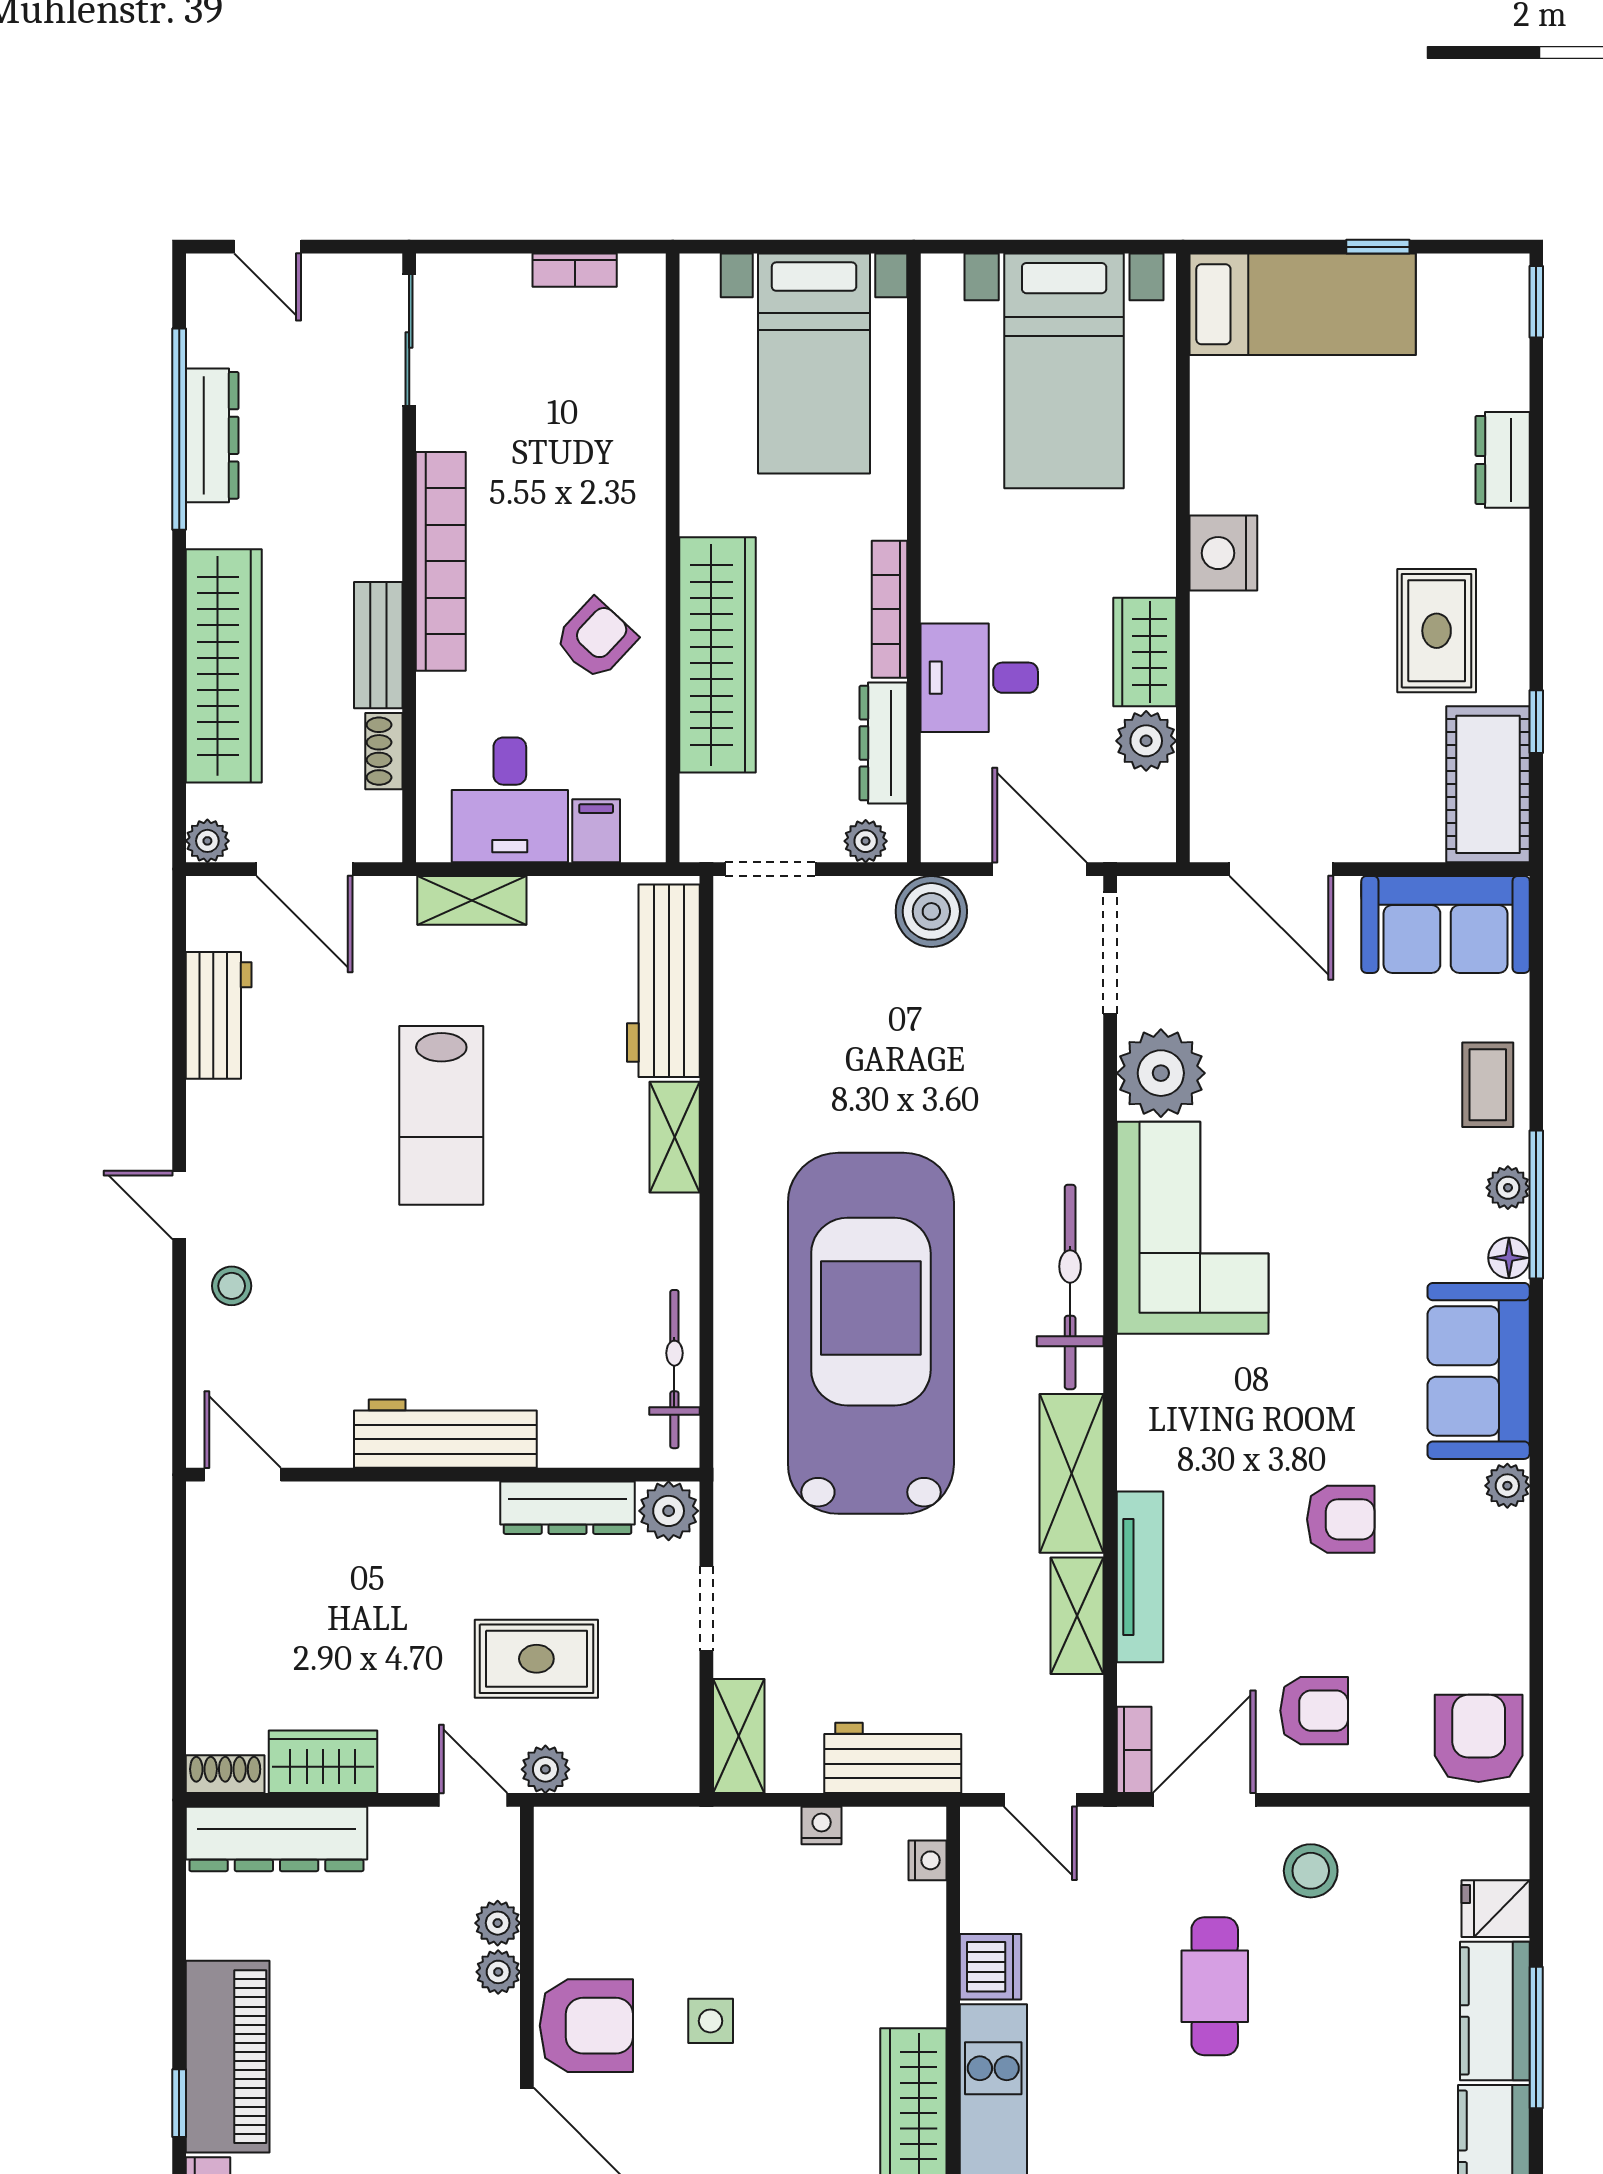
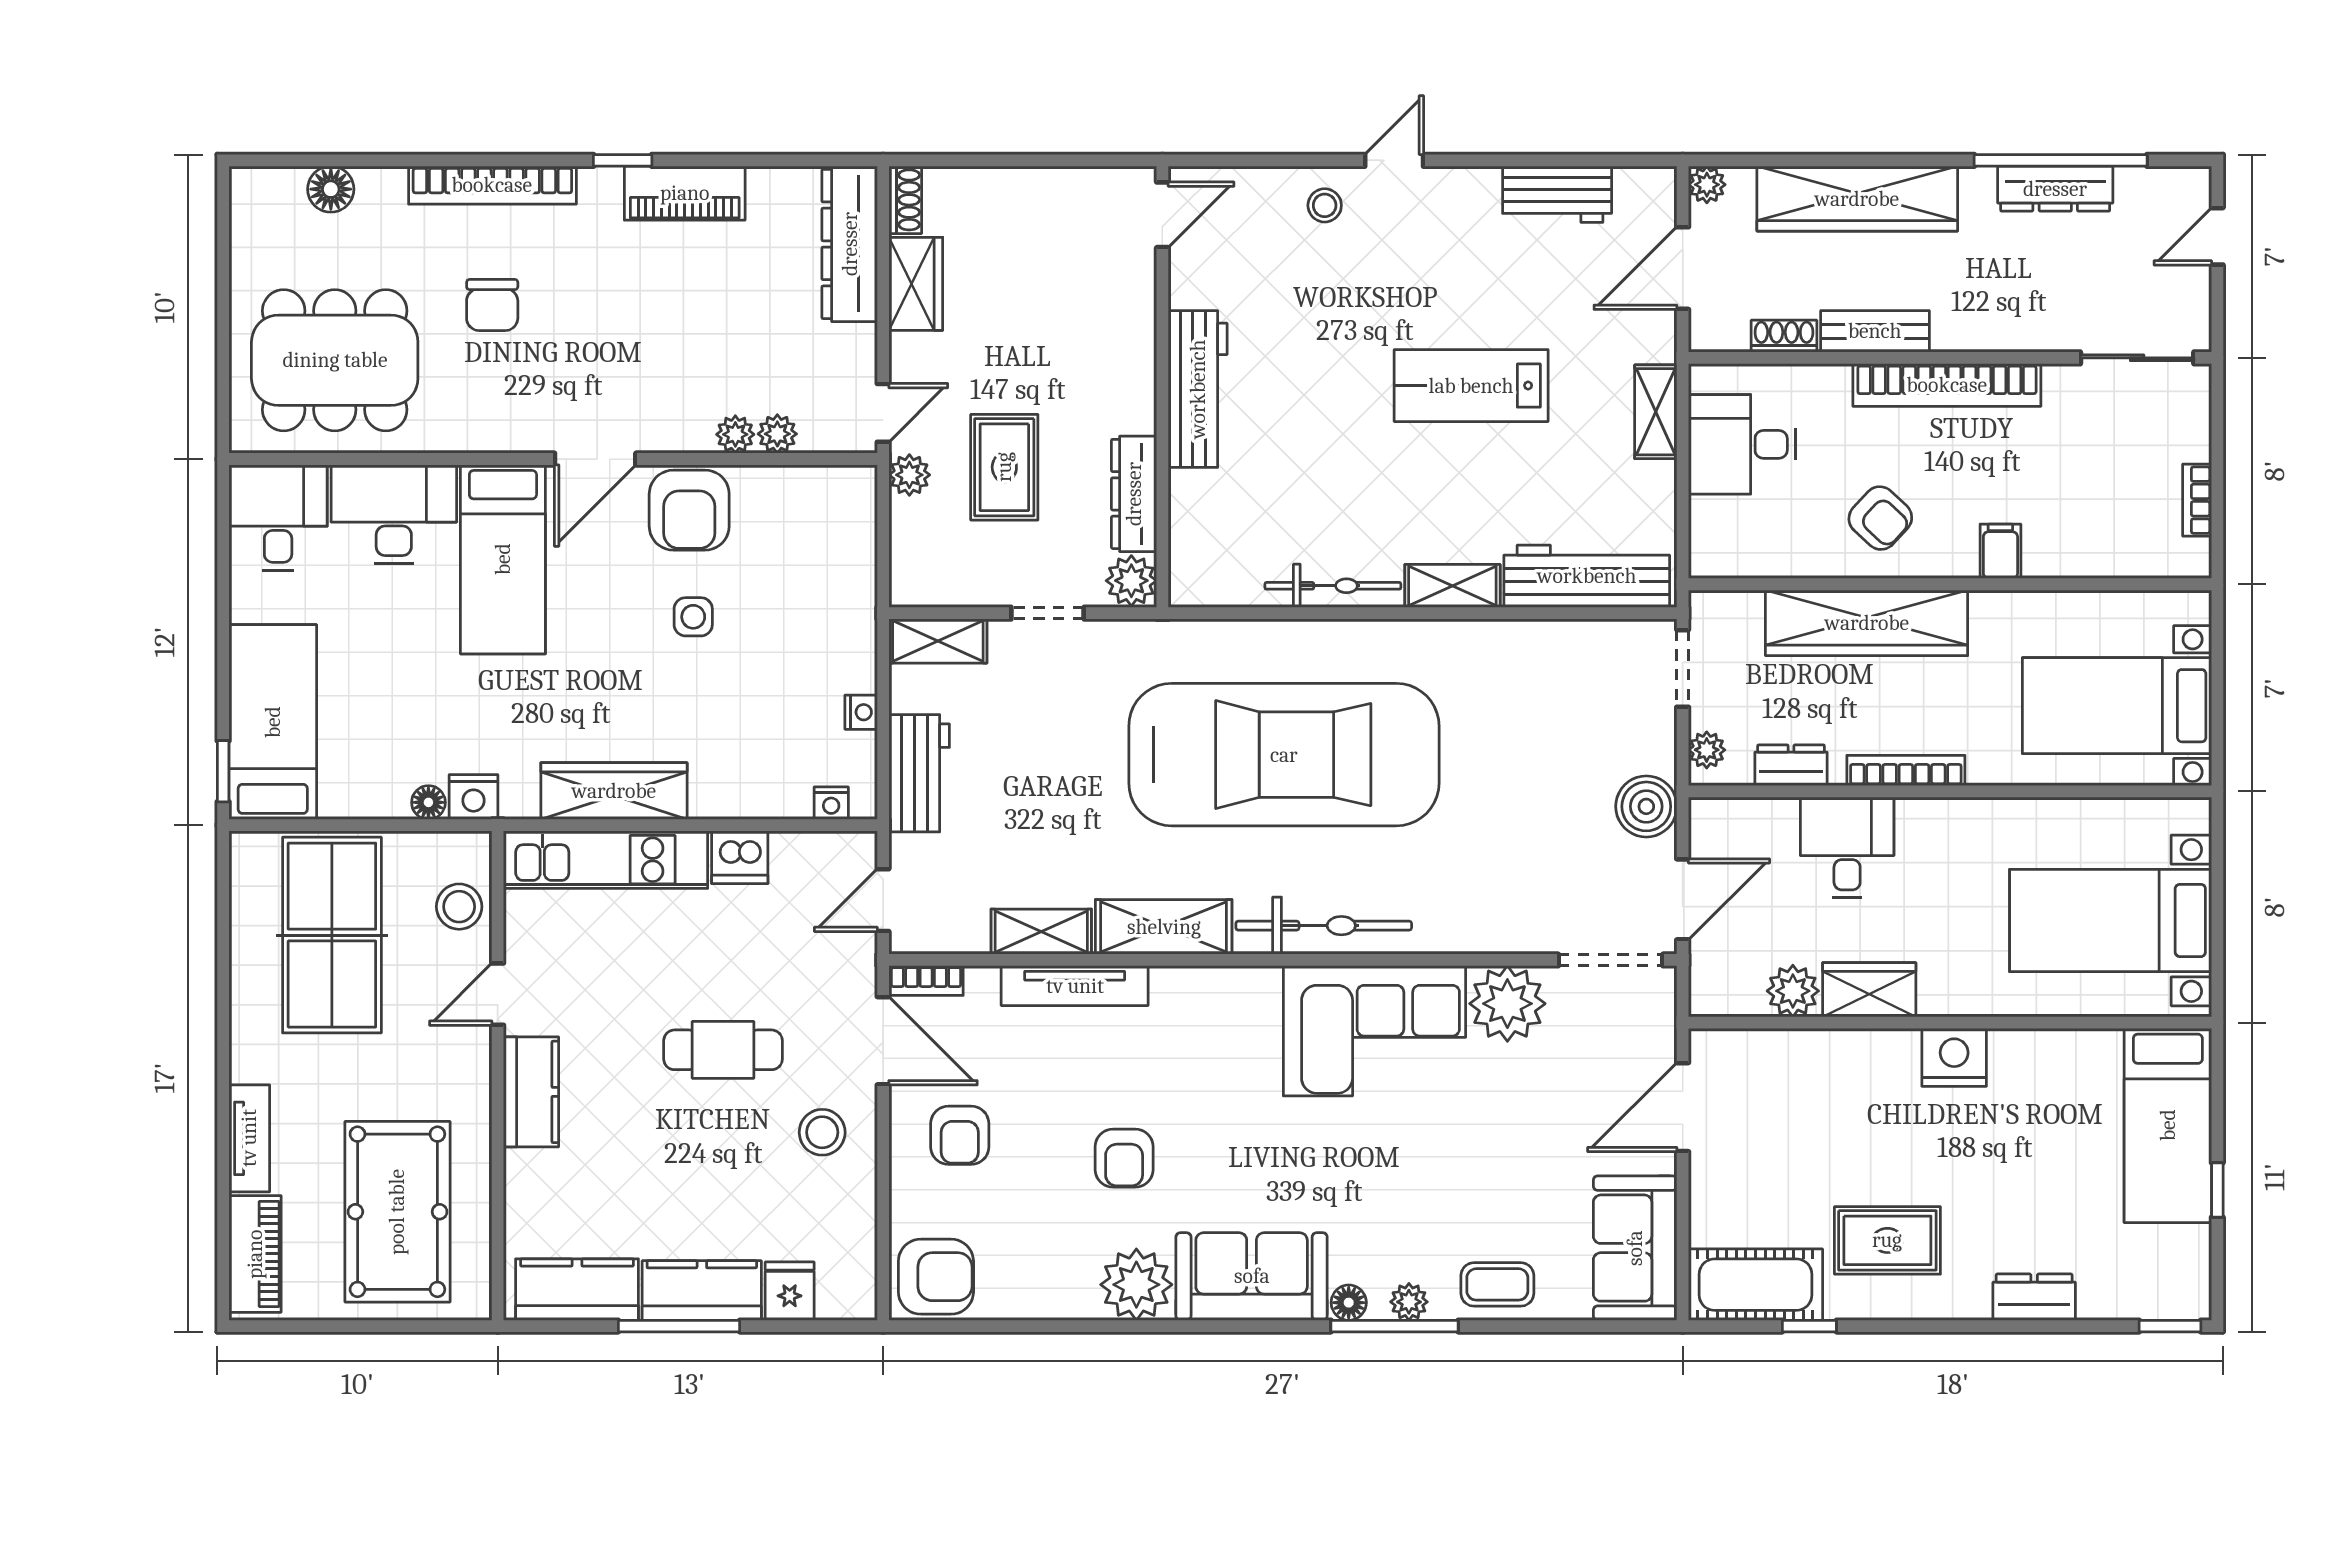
dresser: (883, 743) -> (1791, 765), width x0.70
filing cabinet: (596, 831) -> (2000, 551), moved, turned -90
bicycle: (674, 1369) -> (1333, 586), moved
plant: (1507, 1486) -> (1136, 1285), width x1.88, depth x1.88
piano: (228, 2057) -> (685, 193), width x0.73, depth x0.75

